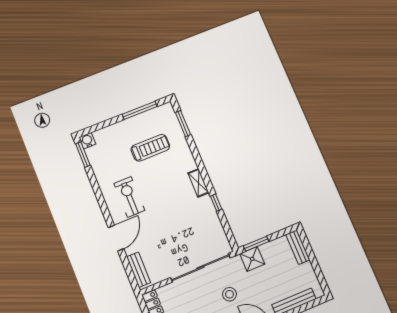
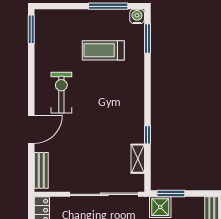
water cooler: (87, 141) -> (137, 16), moved
treadmill: (150, 148) -> (103, 50), turned 180
shelving: (198, 183) -> (138, 159), moved

